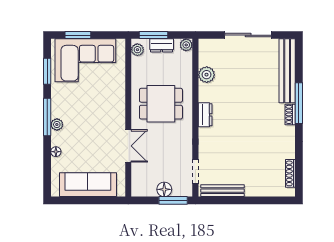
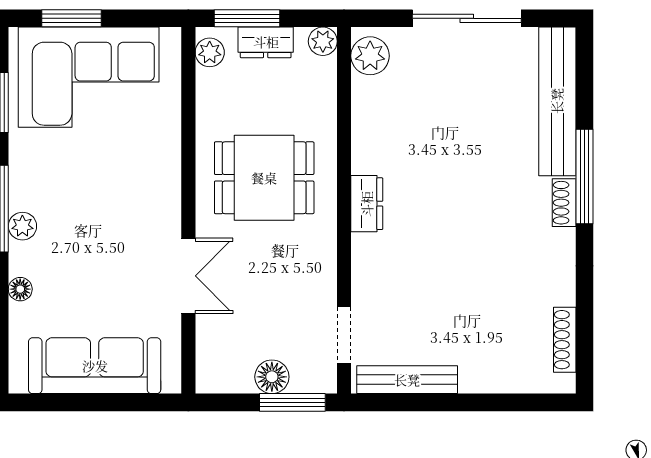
plant: (207, 75) -> (370, 56), moved

